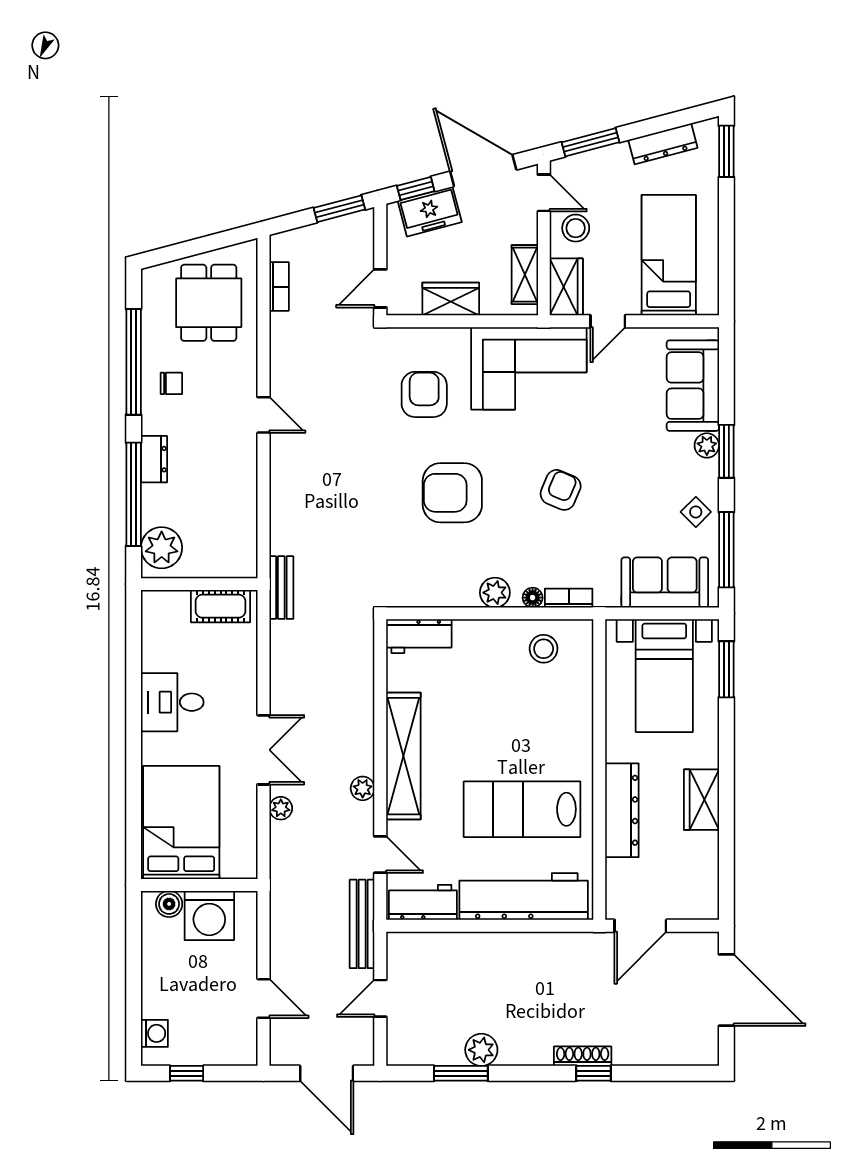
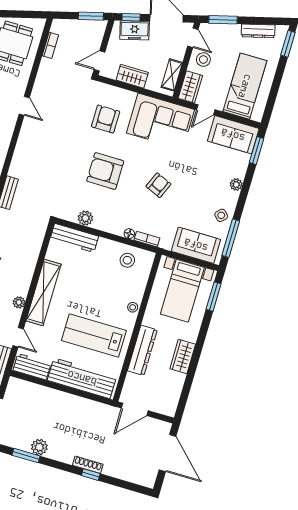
sofa: (693, 386) -> (233, 135), moved, turned -90
window: (726, 451) -> (257, 151), moved
plant: (495, 593) -> (85, 218), moved
workbench: (419, 636) -> (74, 238), width x1.38
stool: (580, 735) -> (133, 307), added

